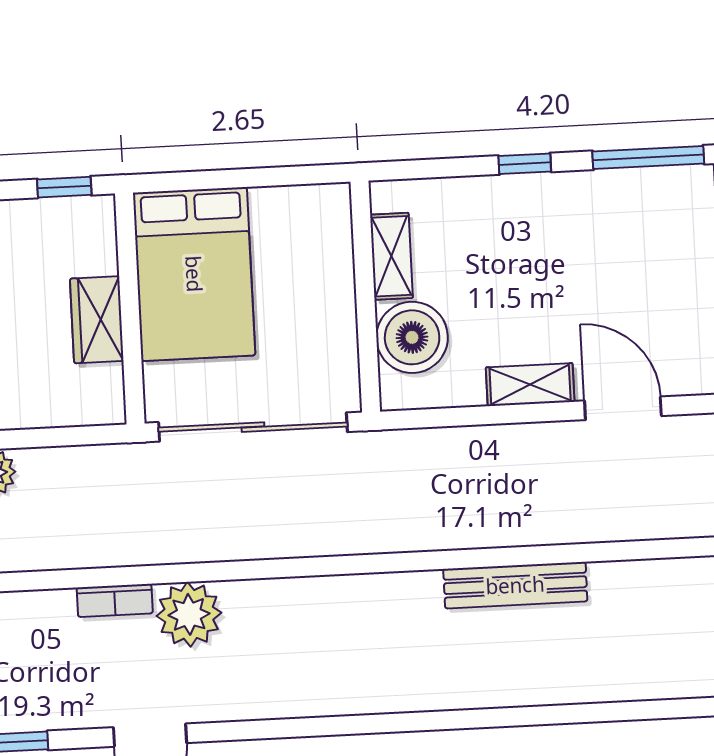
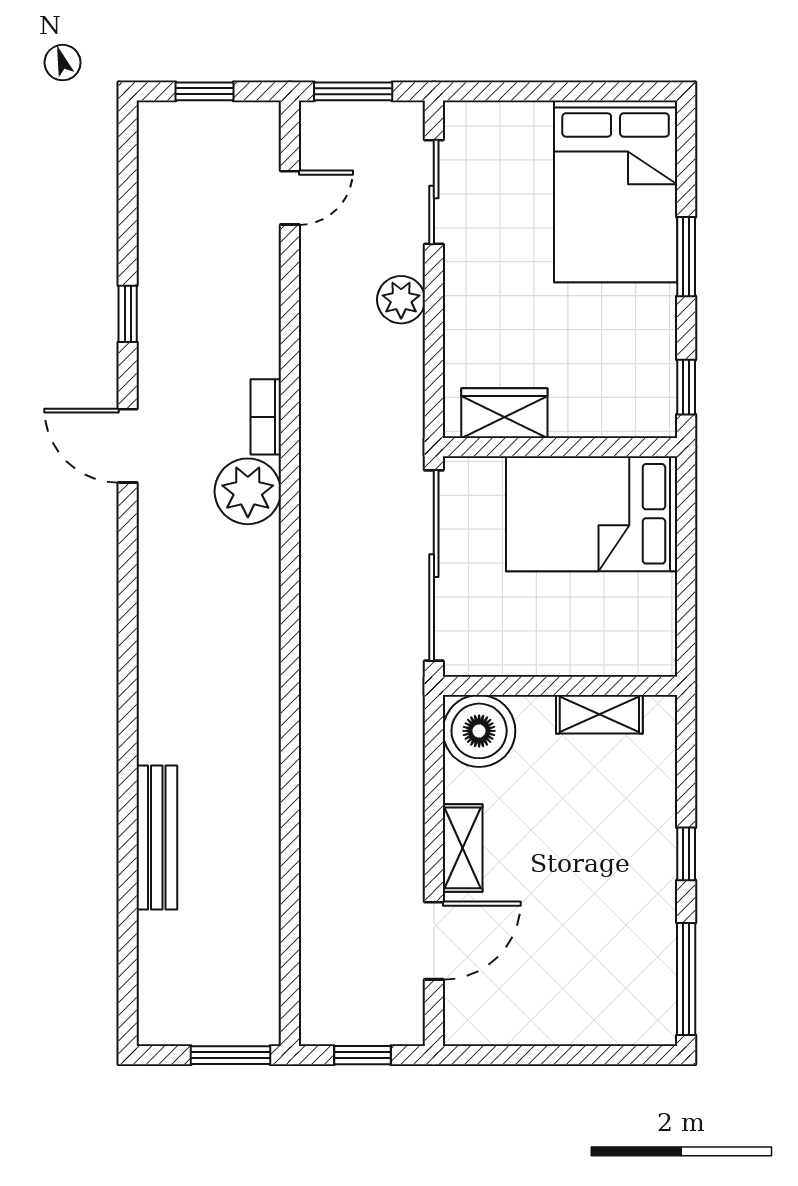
wardrobe: (97, 320) -> (504, 413), moved
boiler: (412, 337) -> (479, 731), moved
bench: (515, 585) -> (157, 838), moved

